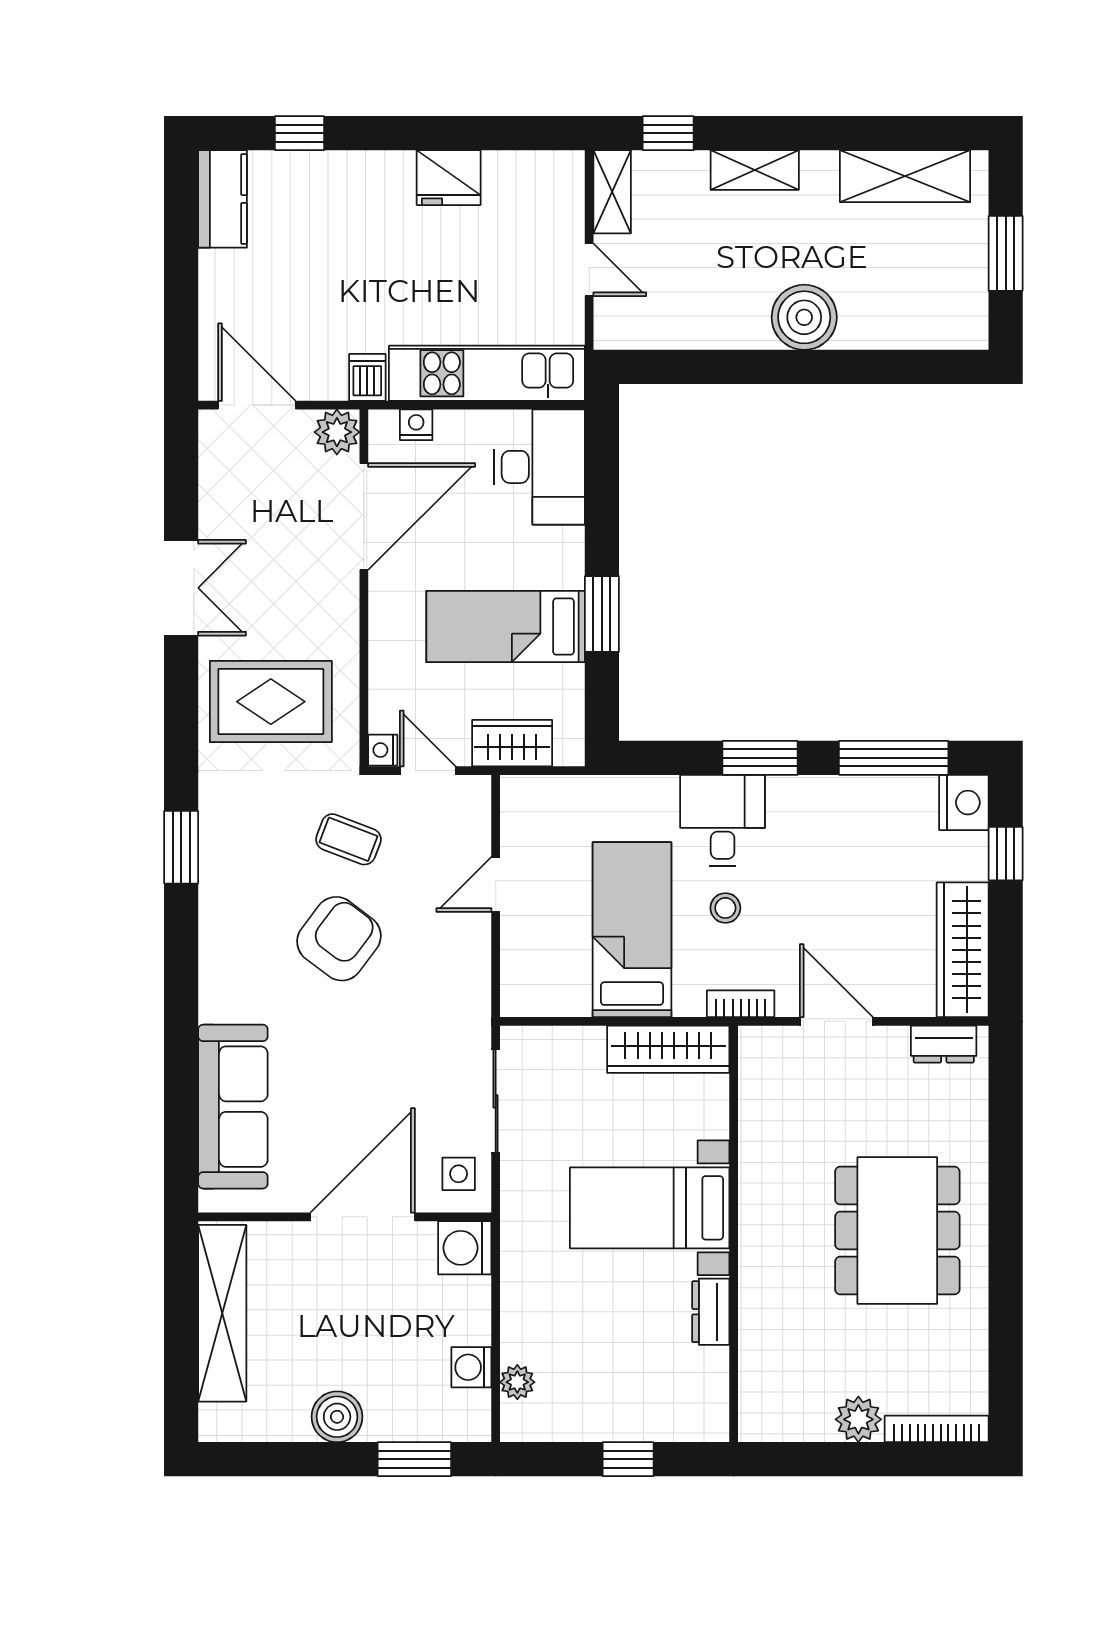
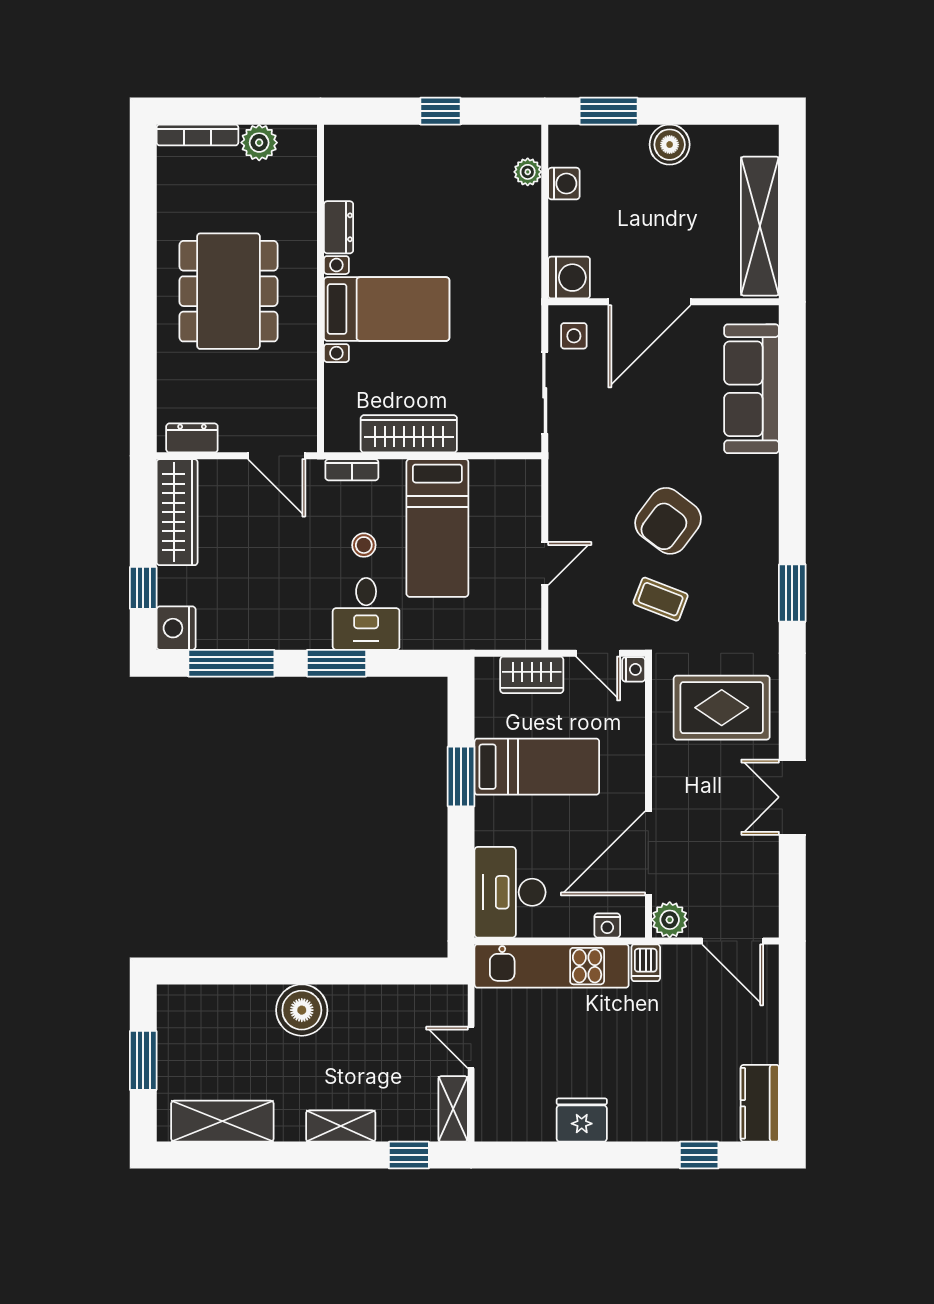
bed with nightstands: (650, 1208) -> (387, 309), moved
wall: (734, 1234) -> (321, 288), moved
dresser: (711, 1312) -> (339, 227), moved

